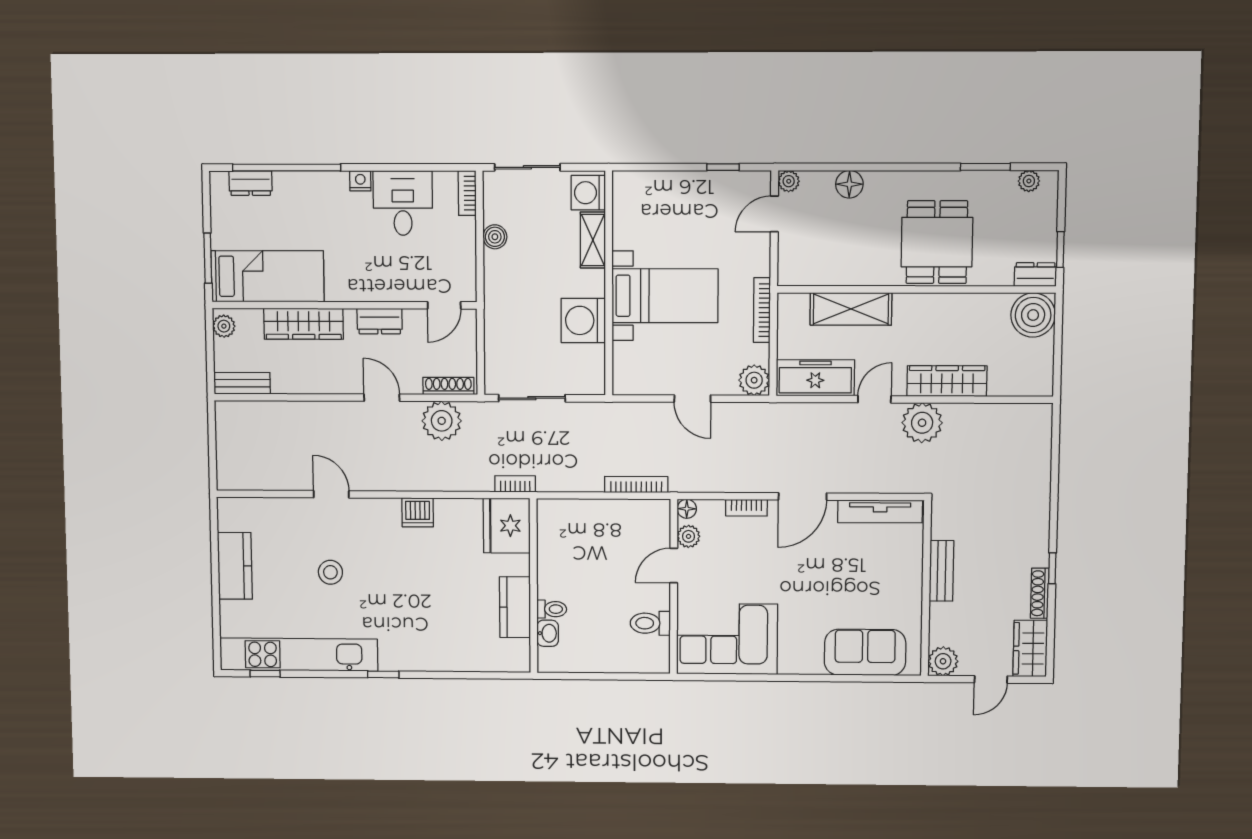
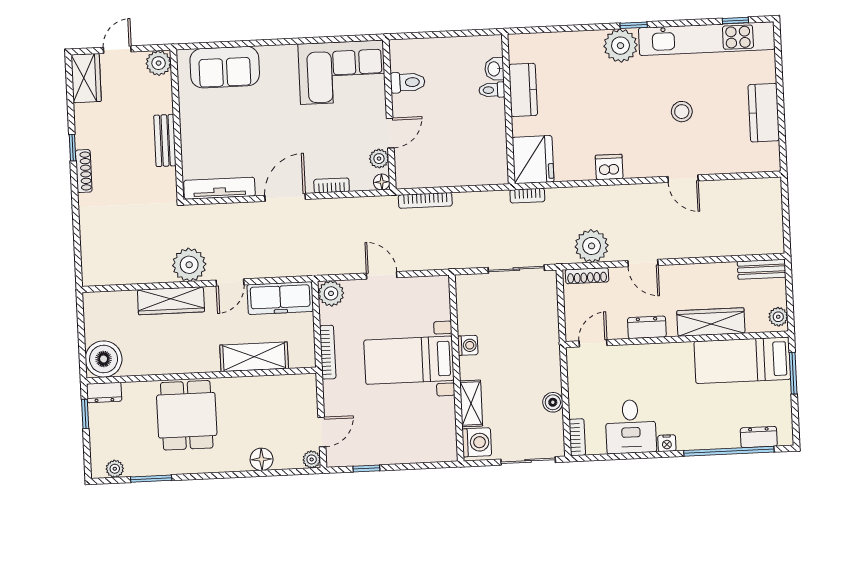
washing machine: (583, 320) -> (468, 345), width x0.53, depth x0.53
shoe rack: (1040, 593) -> (84, 171), moved
plant: (399, 652) -> (620, 46), added

